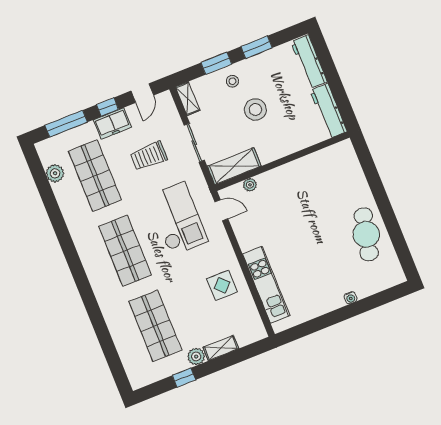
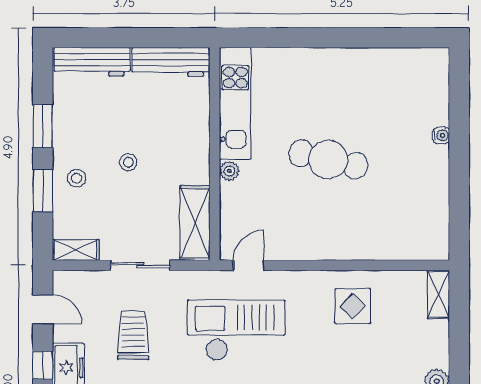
stool: (255, 110) -> (128, 162), width x0.53, depth x0.53
trolley: (149, 156) -> (133, 335), turned 180
plant: (250, 185) -> (229, 171), moved
cafe table: (366, 234) -> (328, 160), moved
kitchen unit: (266, 285) -> (235, 103), moved, turned 90
shelving: (221, 348) -> (439, 294), moved

